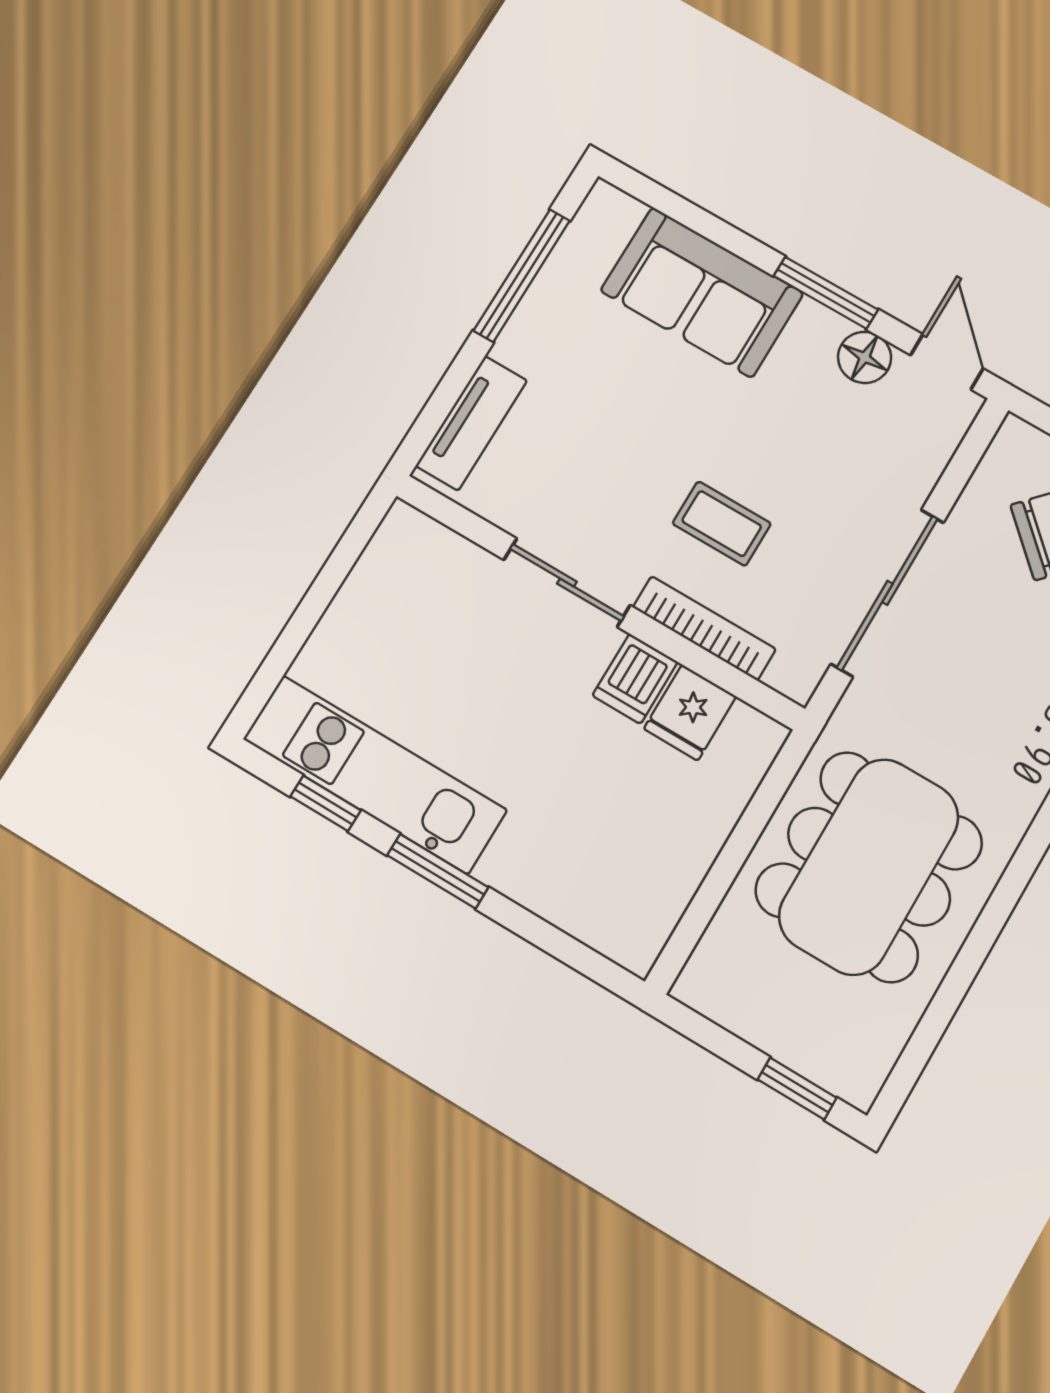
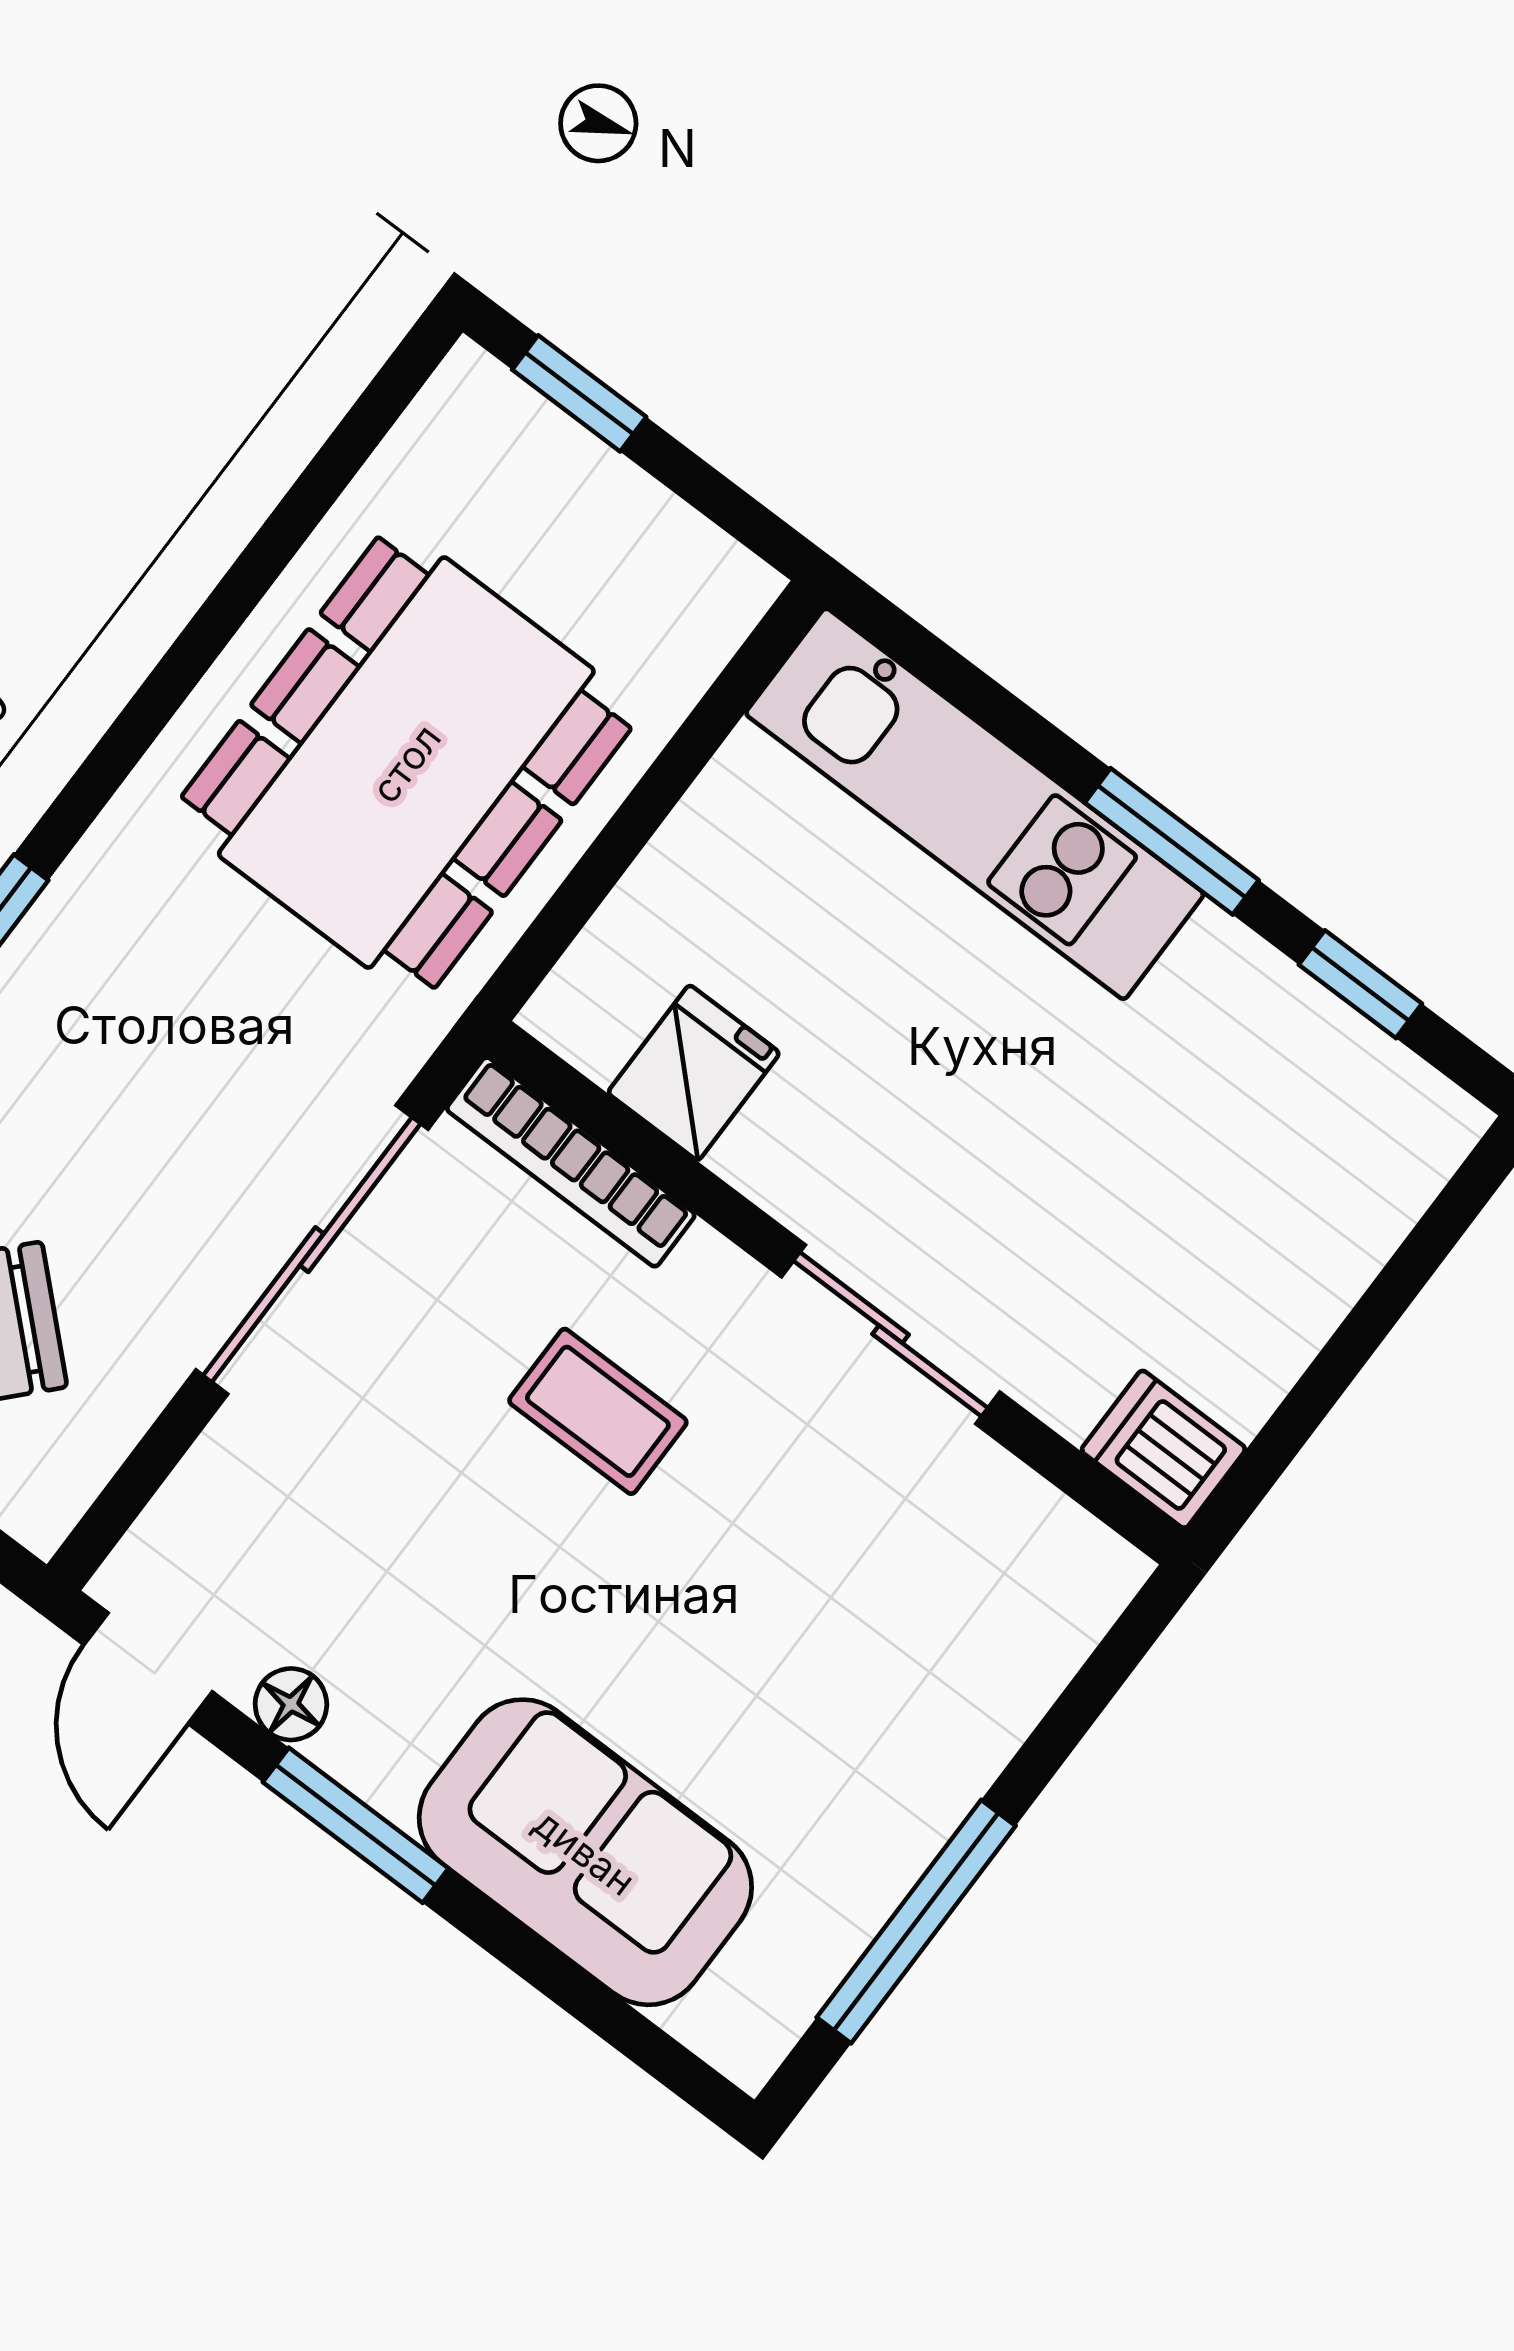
floor lamp: (865, 357) -> (291, 1704), width x0.73, depth x0.73
tv unit: (471, 423) -> (1036, 1651), removed
bookcase: (704, 628) -> (571, 1162), moved
dishwasher: (635, 679) -> (1163, 1449), moved, turned -90
kitchen unit: (375, 774) -> (975, 804), moved

